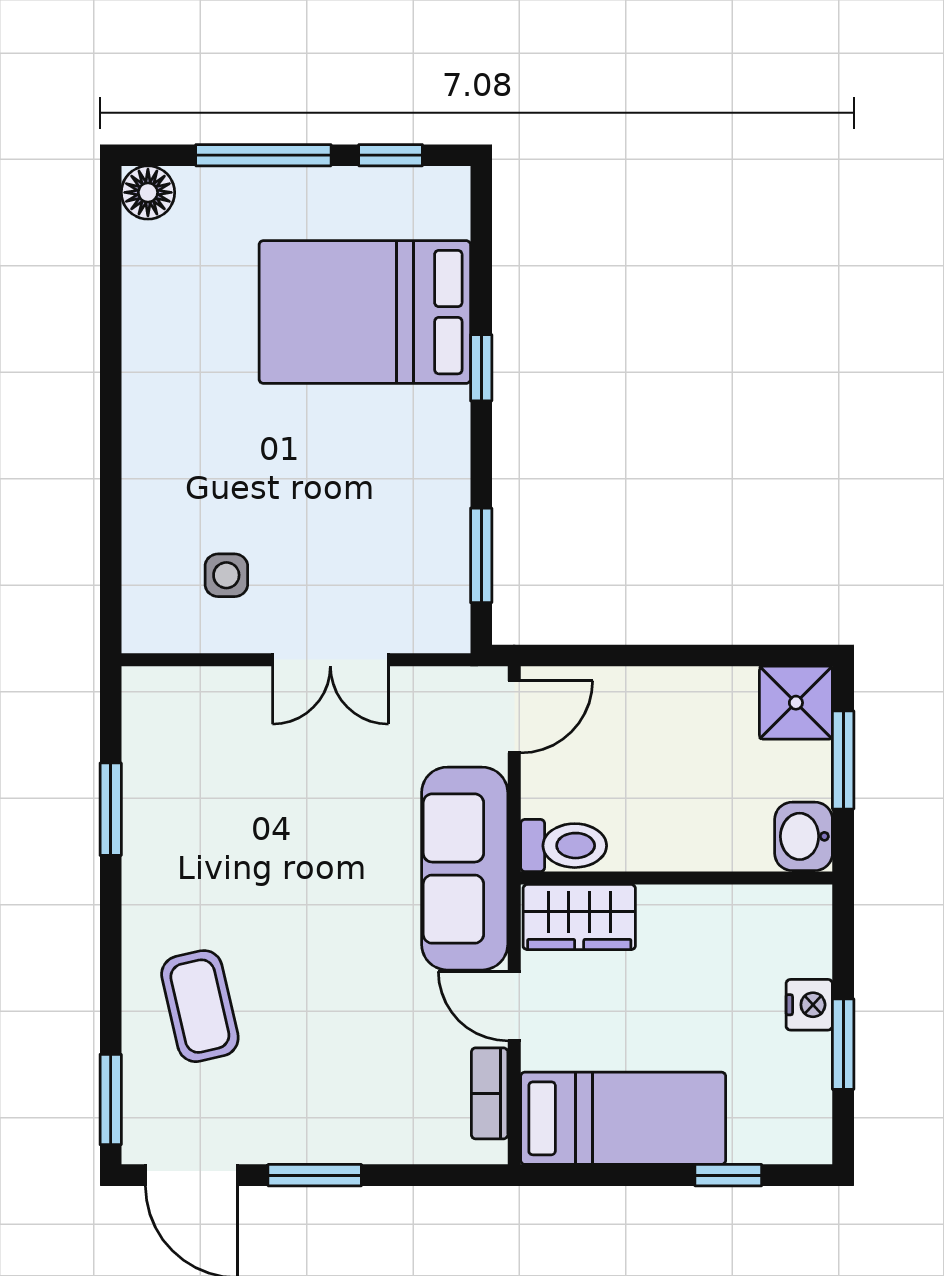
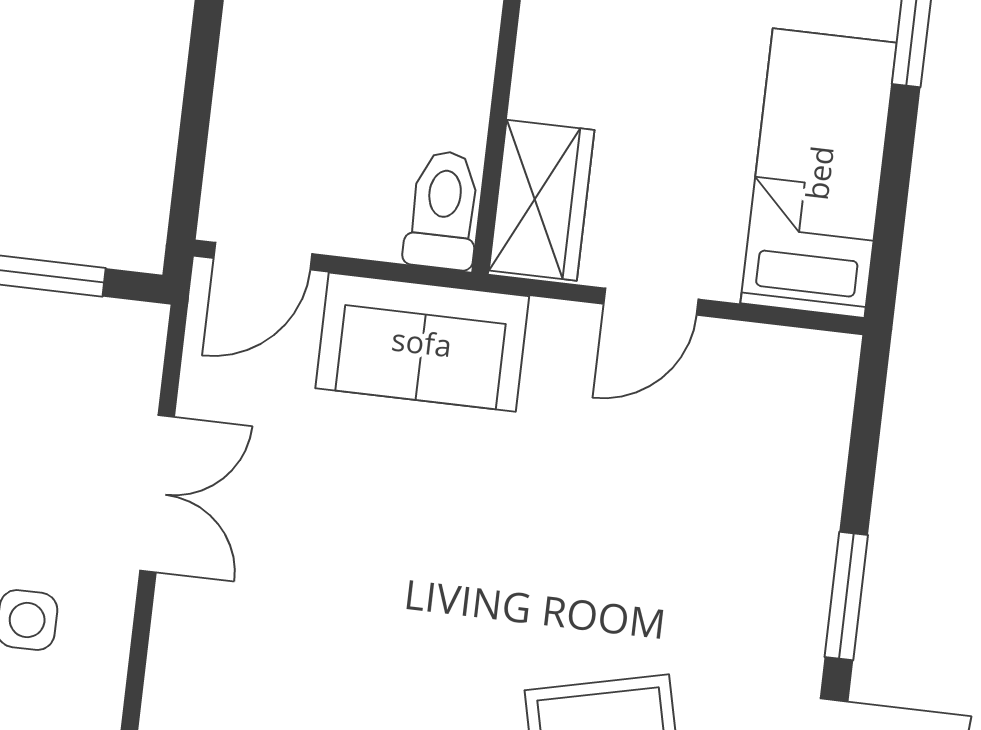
door: (514, 717) -> (263, 256), swing flipped
sofa: (465, 869) -> (422, 342), width x0.73
bookcase: (490, 1093) -> (764, 348), removed

